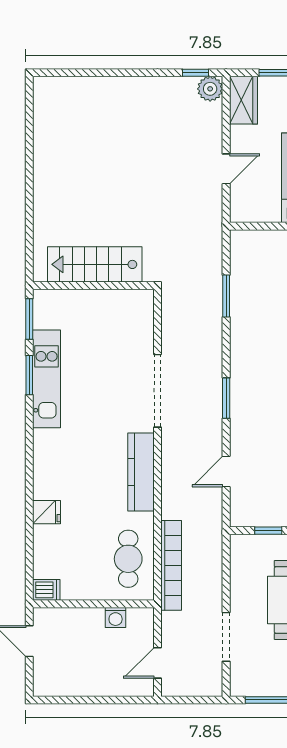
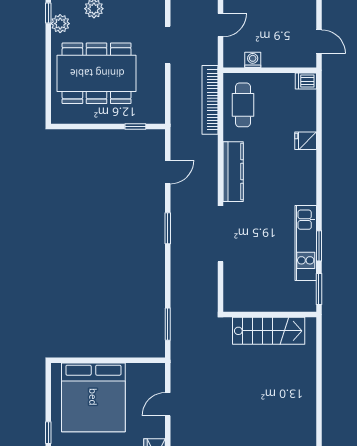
window: (226, 296) -> (168, 324), moved

